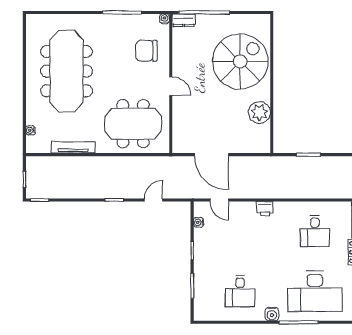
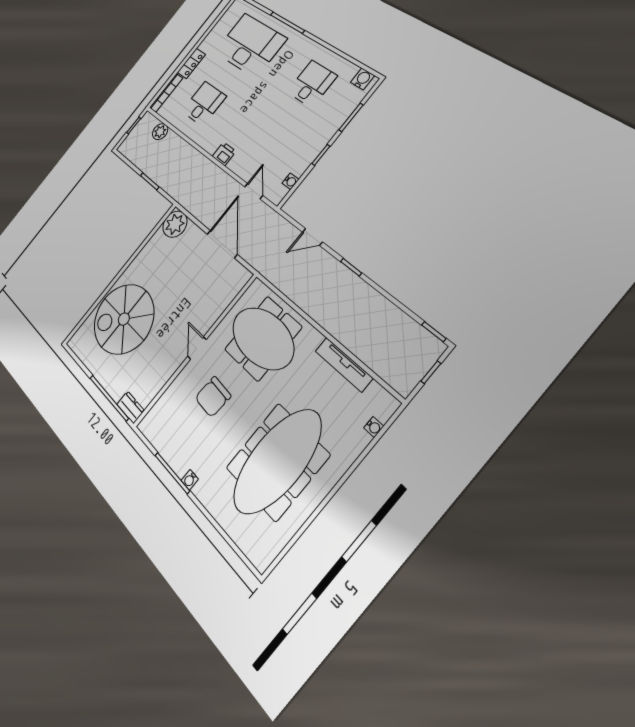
water cooler: (165, 19) -> (190, 480), moved
chair: (146, 51) -> (213, 397), moved, turned 94
plant: (259, 113) -> (175, 224), moved
plant: (334, 191) -> (160, 132), added
water cooler: (272, 314) -> (363, 79), moved

